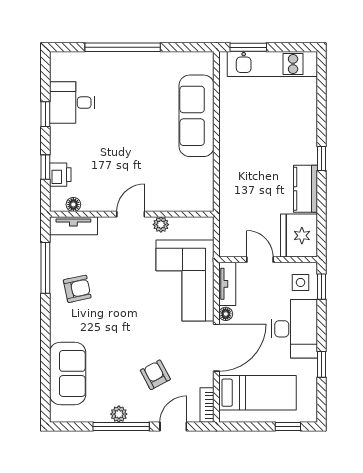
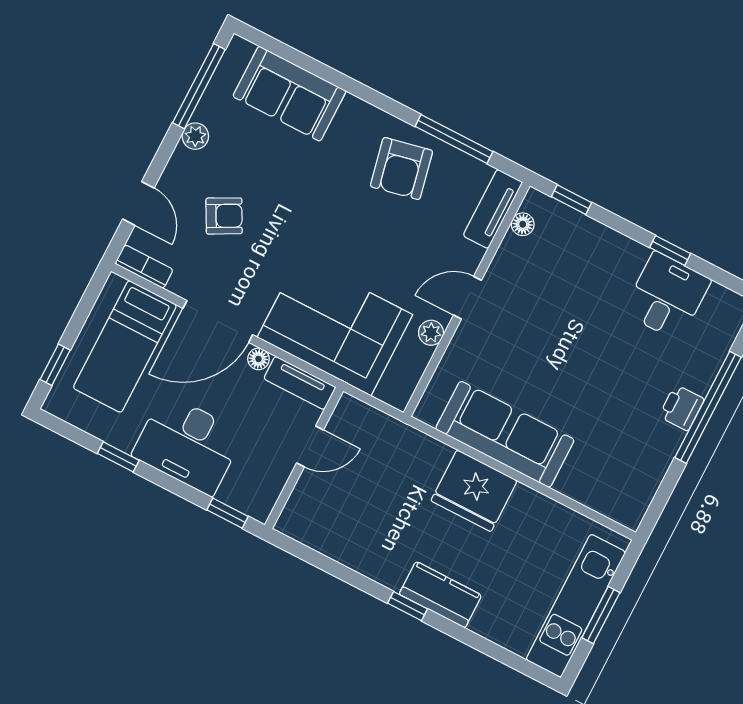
window: (248, 47) -> (601, 615), moved
sofa: (197, 116) -> (505, 434), moved
window: (45, 167) -> (571, 200), moved
printer: (60, 175) -> (682, 408), moved, turned 90
kitchen counter: (306, 189) -> (440, 595), moved
door: (131, 214) -> (468, 298), swing flipped
fridge: (299, 236) -> (474, 491), moved, turned 180
side table: (301, 282) -> (248, 487), removed
armchair: (77, 289) -> (401, 169), width x1.38, depth x1.38
door: (216, 348) -> (218, 321), hinge flipped
window: (121, 427) -> (199, 86), moved

